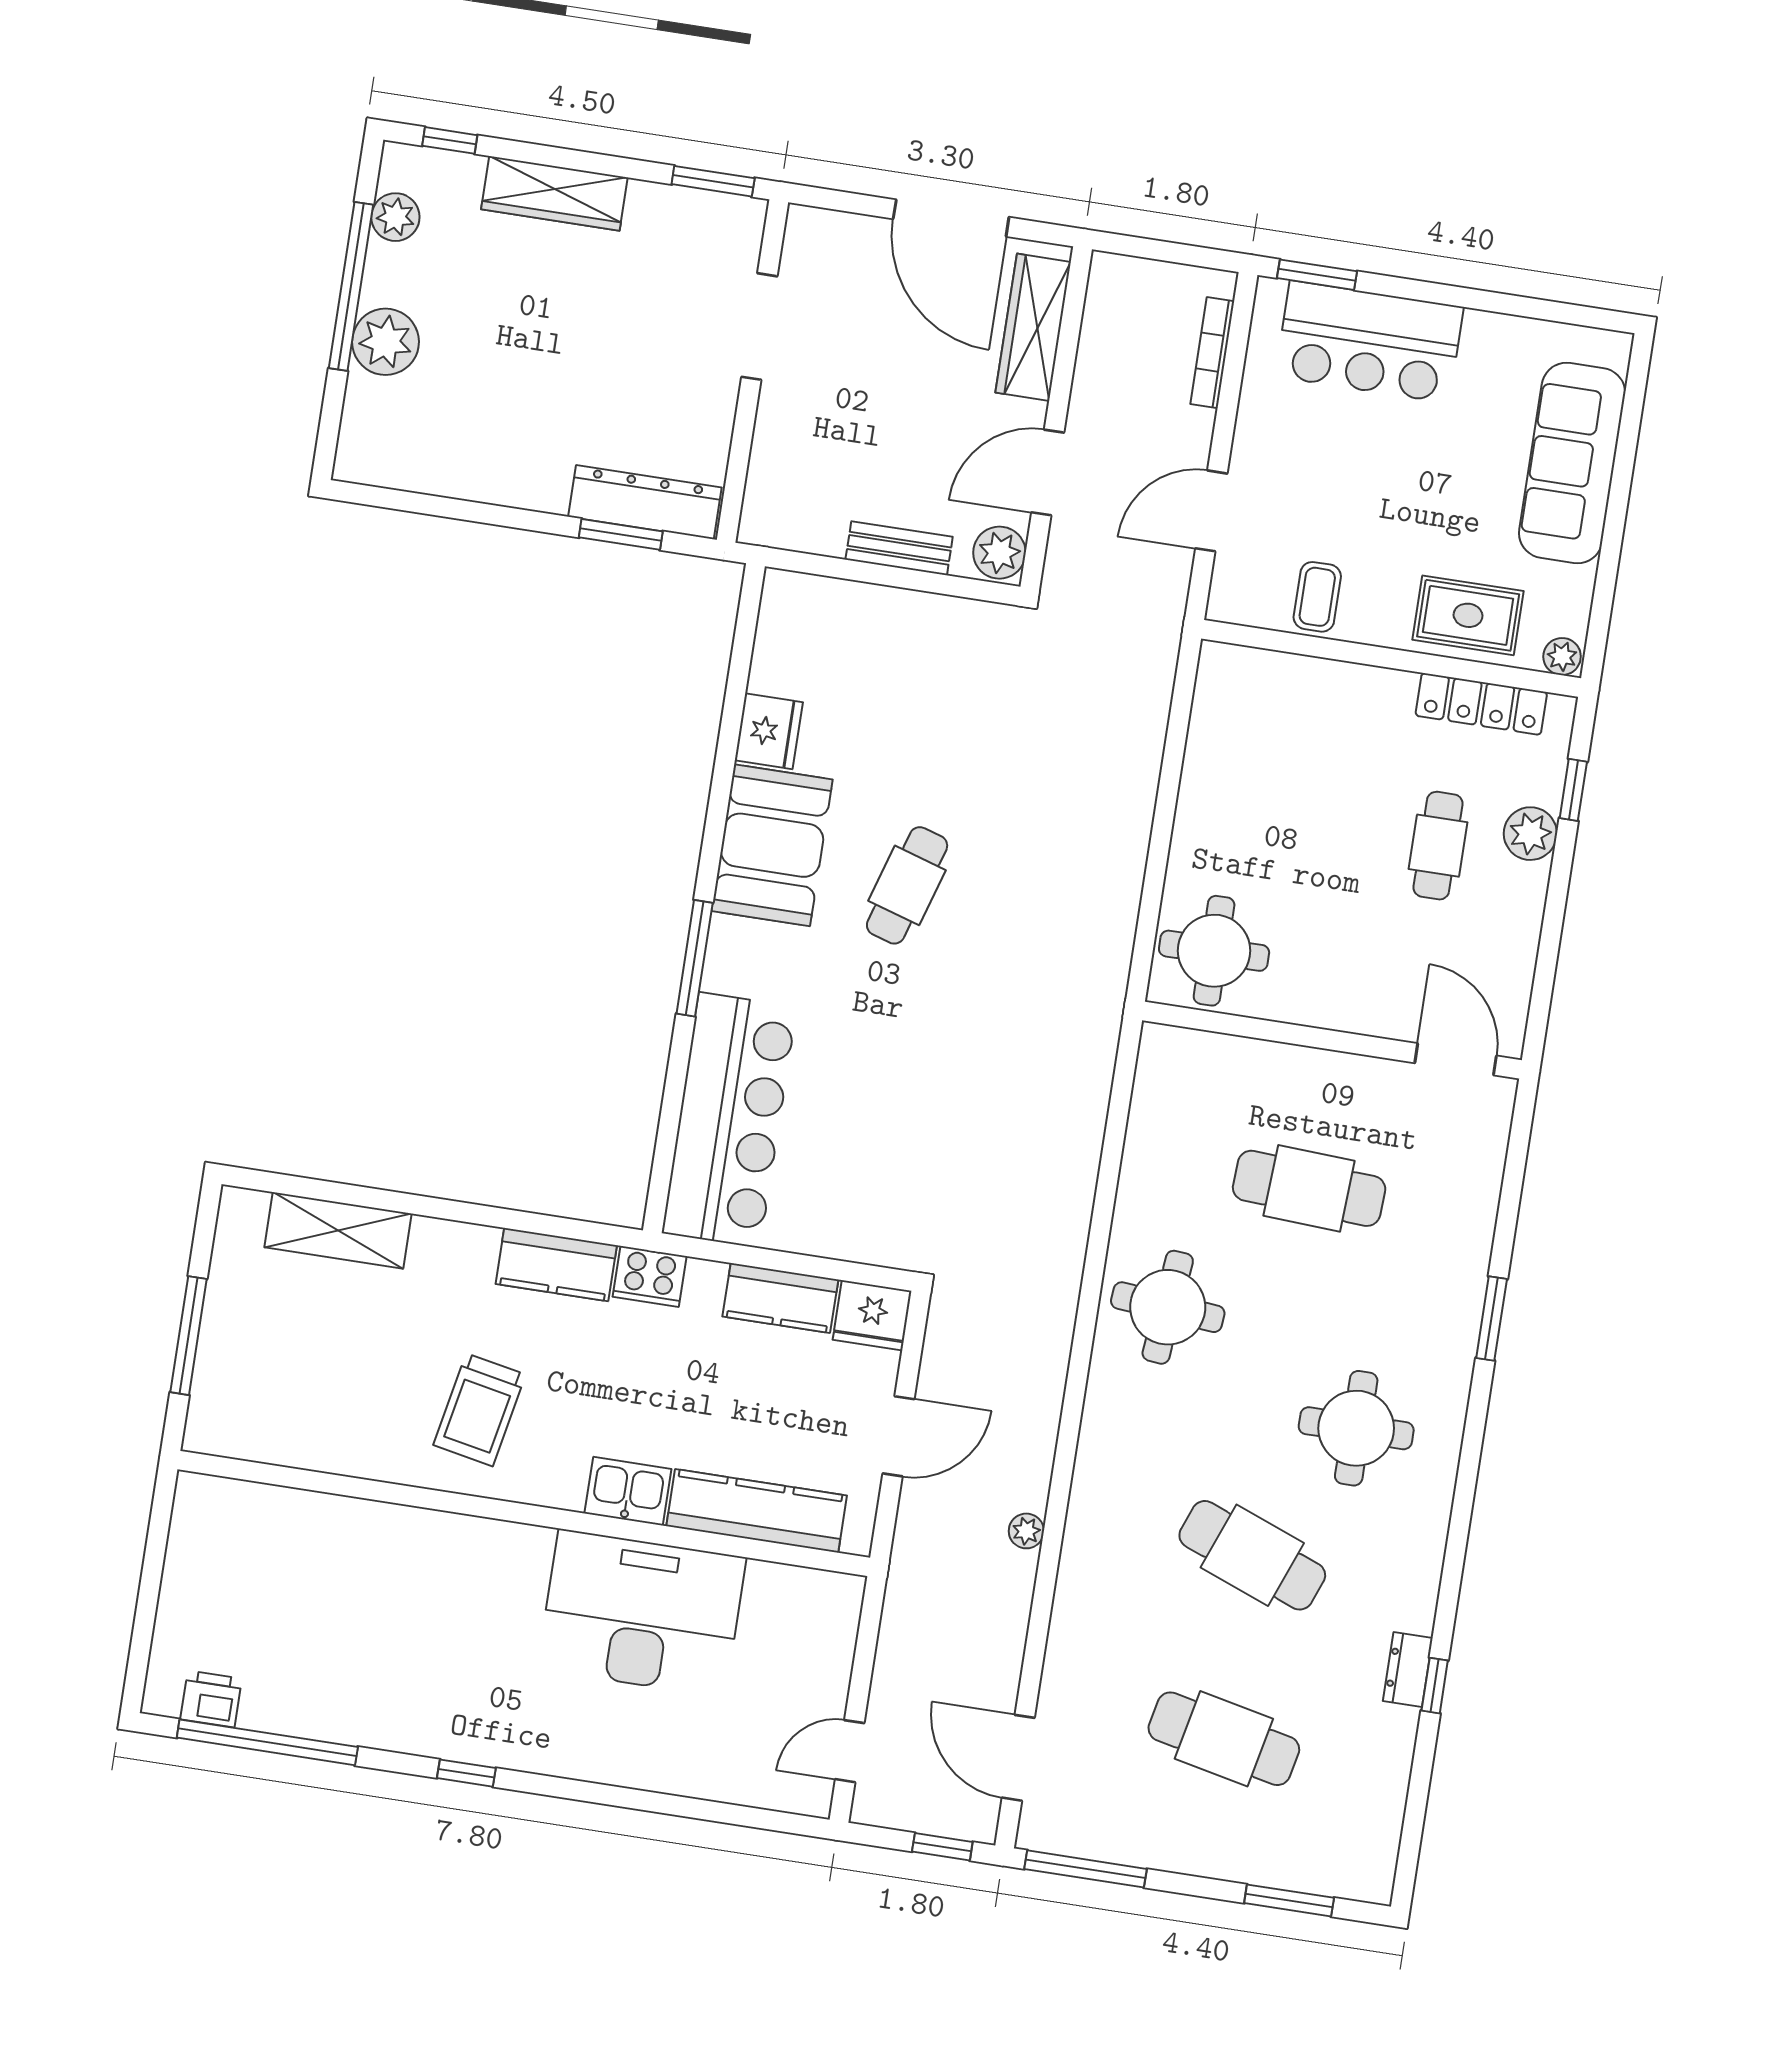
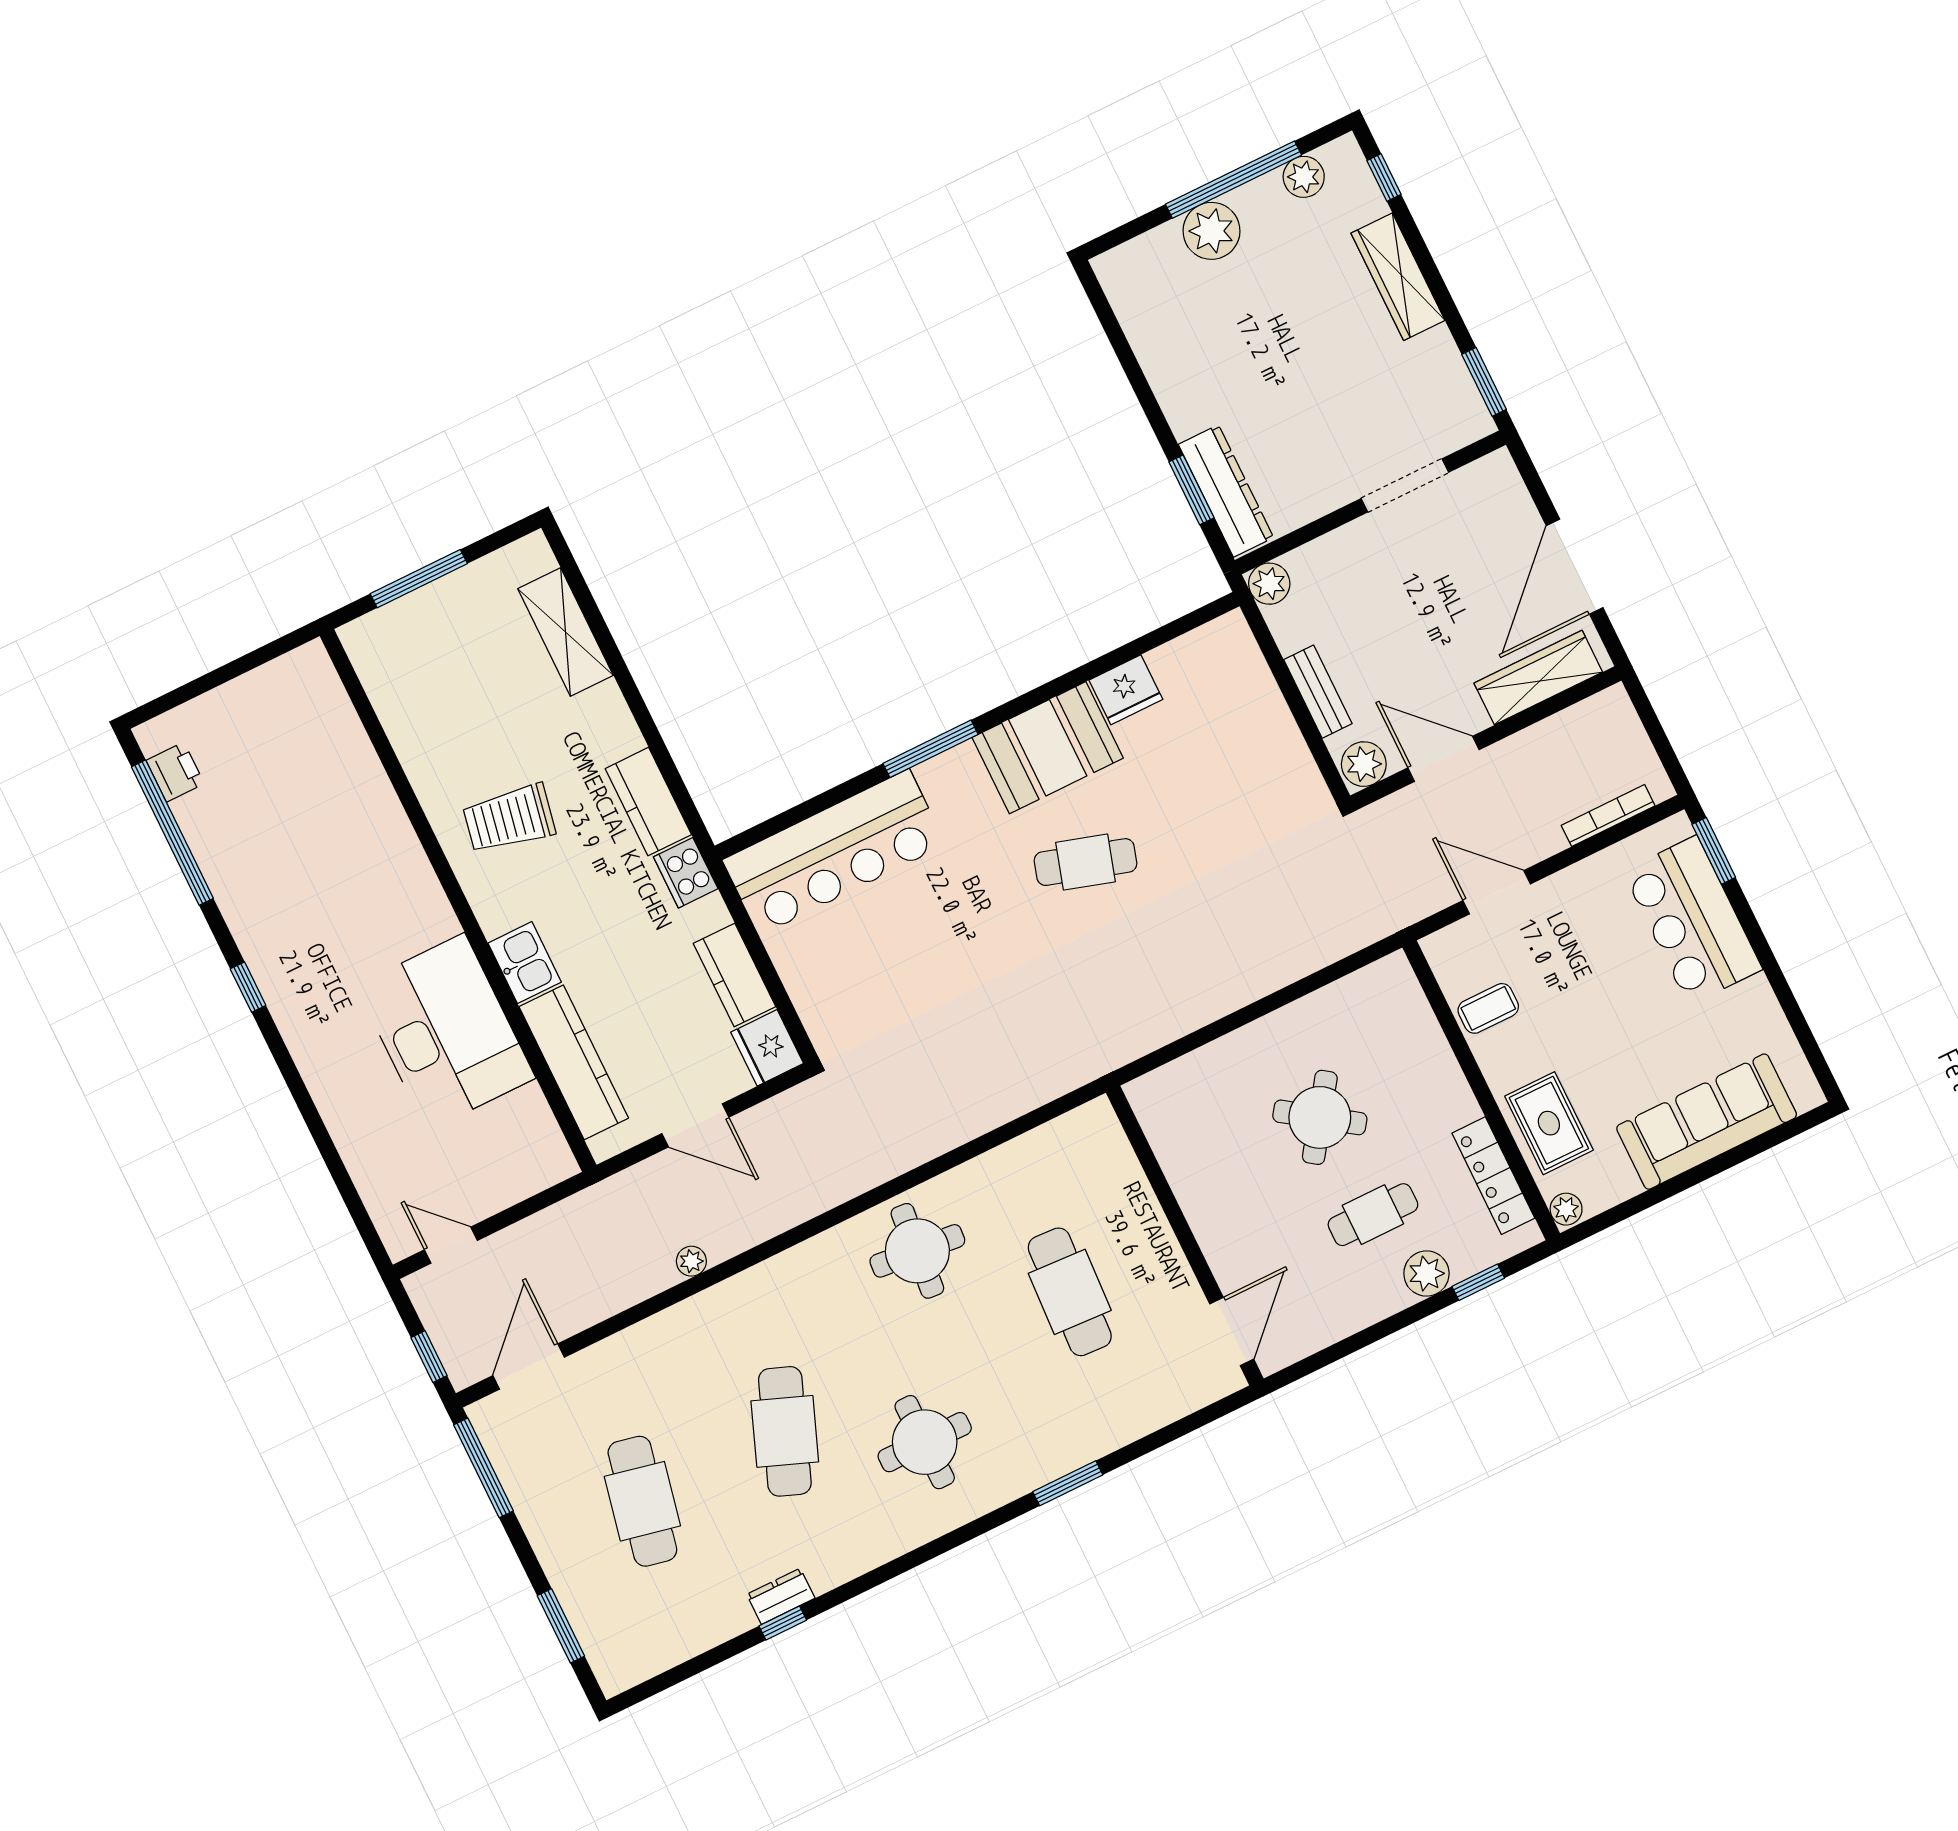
plant: (763, 523) -> (1269, 584), added
round table: (1214, 951) -> (1320, 1117), moved, turned 35

